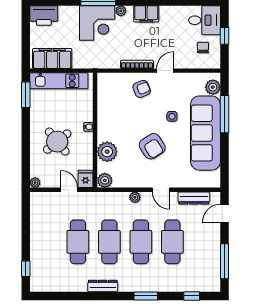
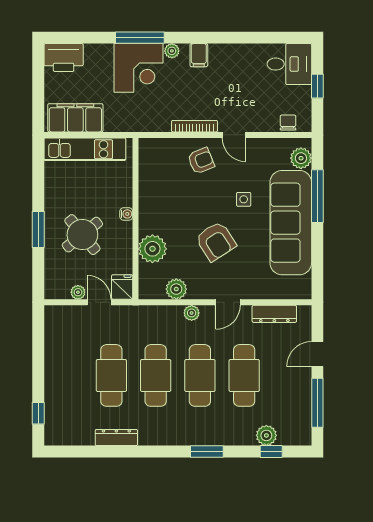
filing cabinet: (146, 14) -> (199, 55), width x0.50
chair: (203, 48) -> (288, 123), moved
door: (165, 71) -> (234, 135), swing flipped
window: (26, 95) -> (38, 229), moved
plant: (105, 180) -> (176, 289), moved
plant: (35, 183) -> (78, 292), moved
door: (161, 190) -> (228, 302), hinge flipped
door: (224, 213) -> (317, 354), moved
plant: (188, 285) -> (266, 435), added
dresser: (103, 286) -> (116, 437), moved

